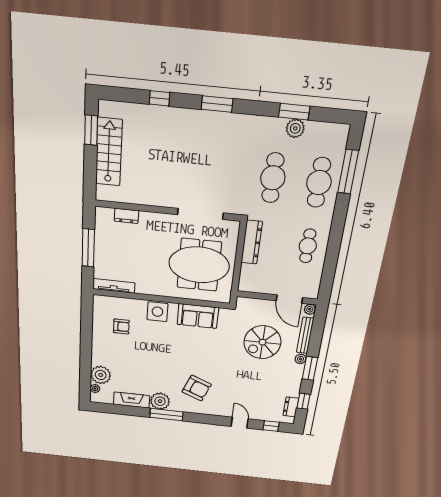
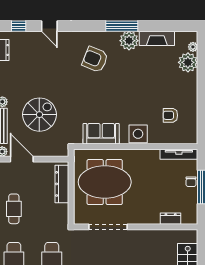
dresser: (252, 242) -> (62, 184), moved
chair: (101, 255) -> (191, 182), added

